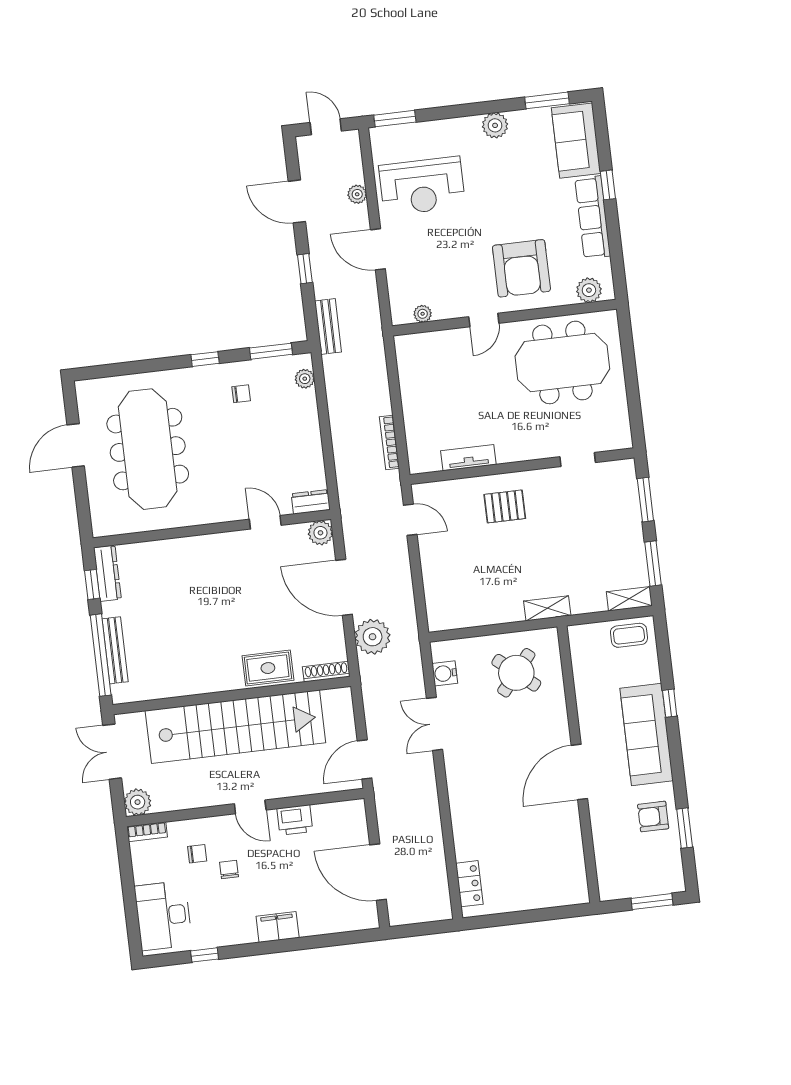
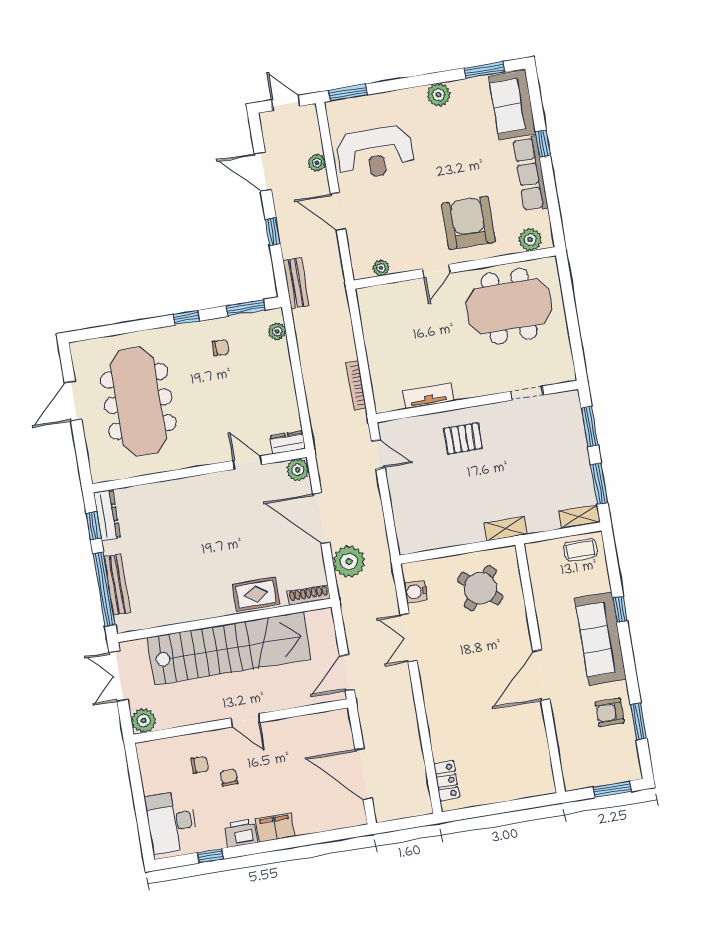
armchair: (521, 268) -> (468, 223), turned 180
printer: (295, 820) -> (241, 833), moved, turned 180
bookcase: (147, 832) -> (153, 747), removed

